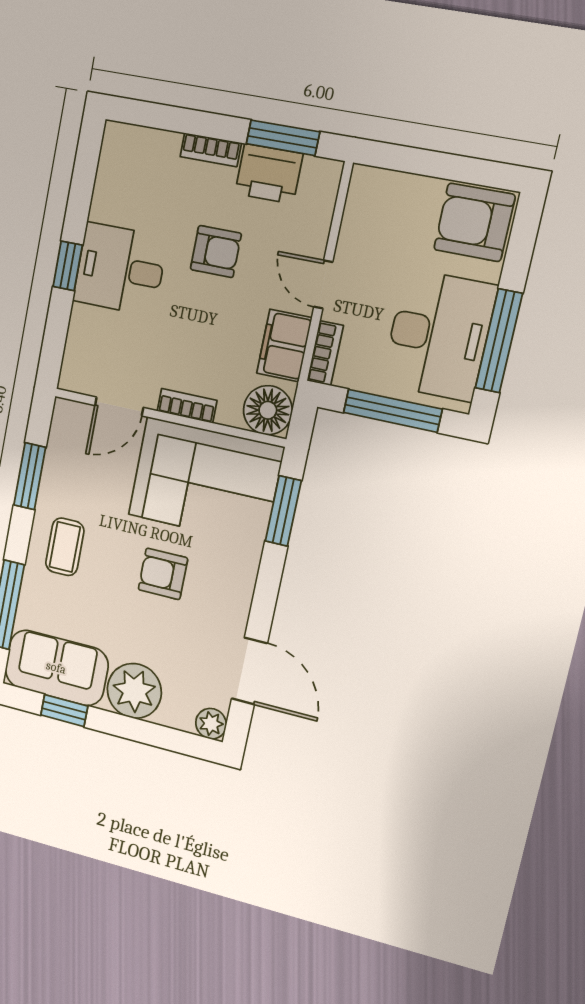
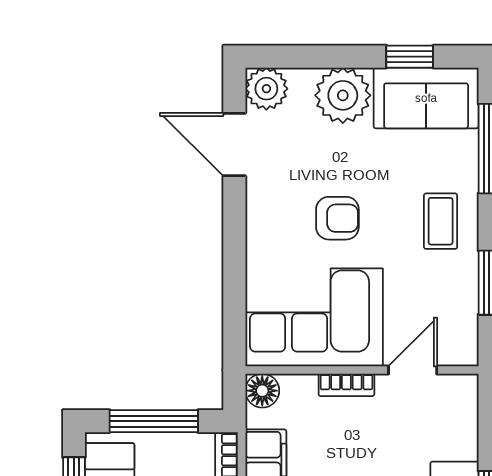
floor lamp: (268, 410) -> (262, 391), width x0.73, depth x0.73
window: (283, 511) -> (234, 306), removed
plant: (211, 724) -> (266, 89), width x1.38, depth x1.38

